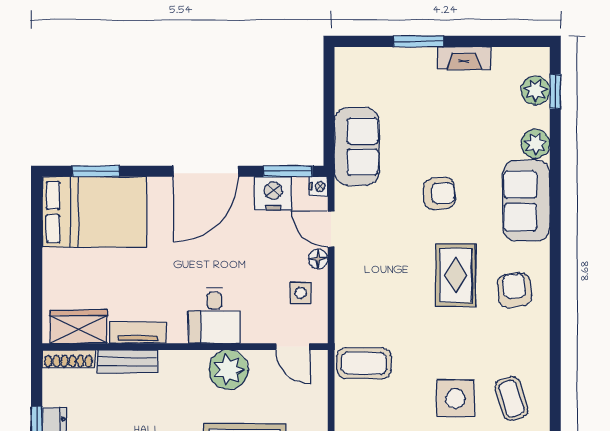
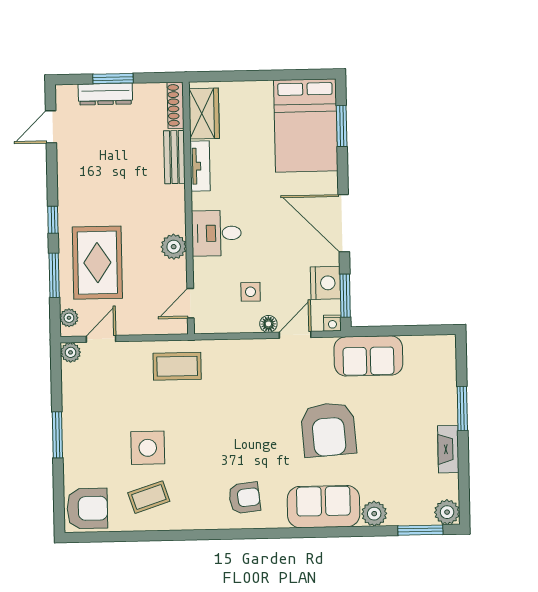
plant: (536, 90) -> (447, 512), moved
window: (555, 92) -> (420, 530), width x1.50
armchair: (439, 193) -> (328, 430), width x1.88, depth x1.88
rug: (456, 275) -> (256, 446), removed
side table: (301, 293) -> (251, 292), moved
coffee table: (364, 363) -> (177, 366), turned 90
plant: (228, 370) -> (174, 247), width x0.73, depth x0.73

